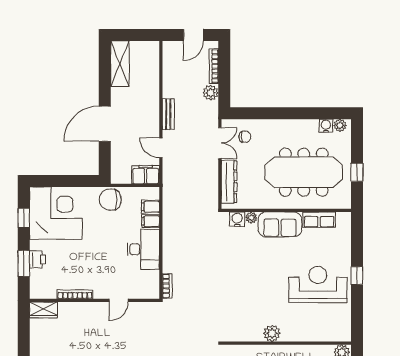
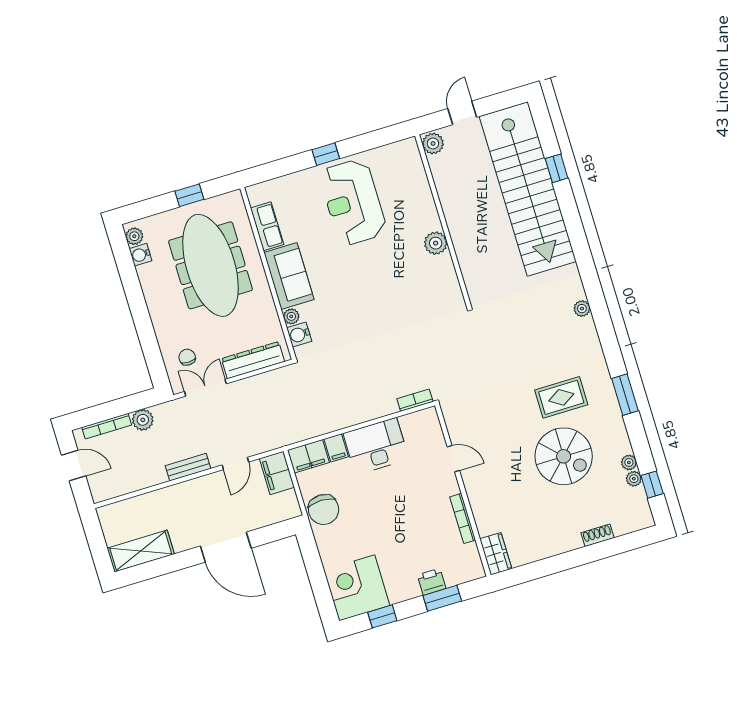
filing cabinet: (151, 207) -> (308, 456), width x2.00
corner desk: (56, 213) -> (357, 588), width x0.74, depth x0.74

